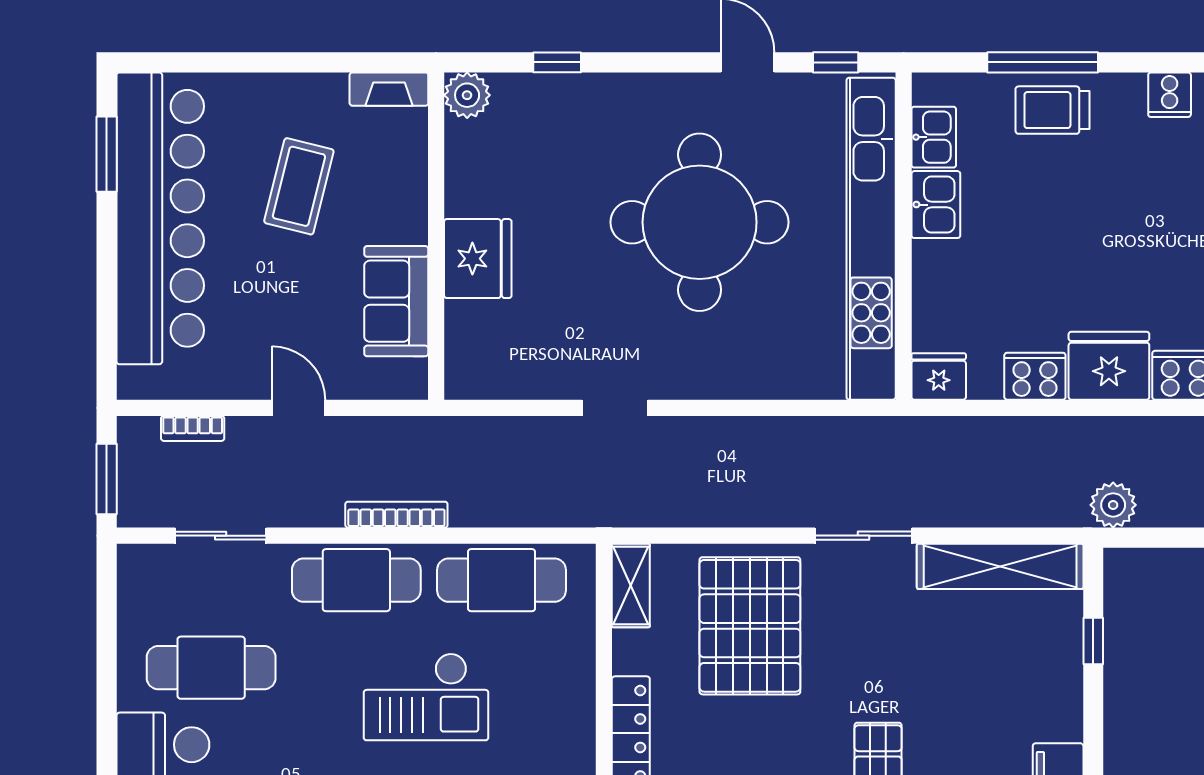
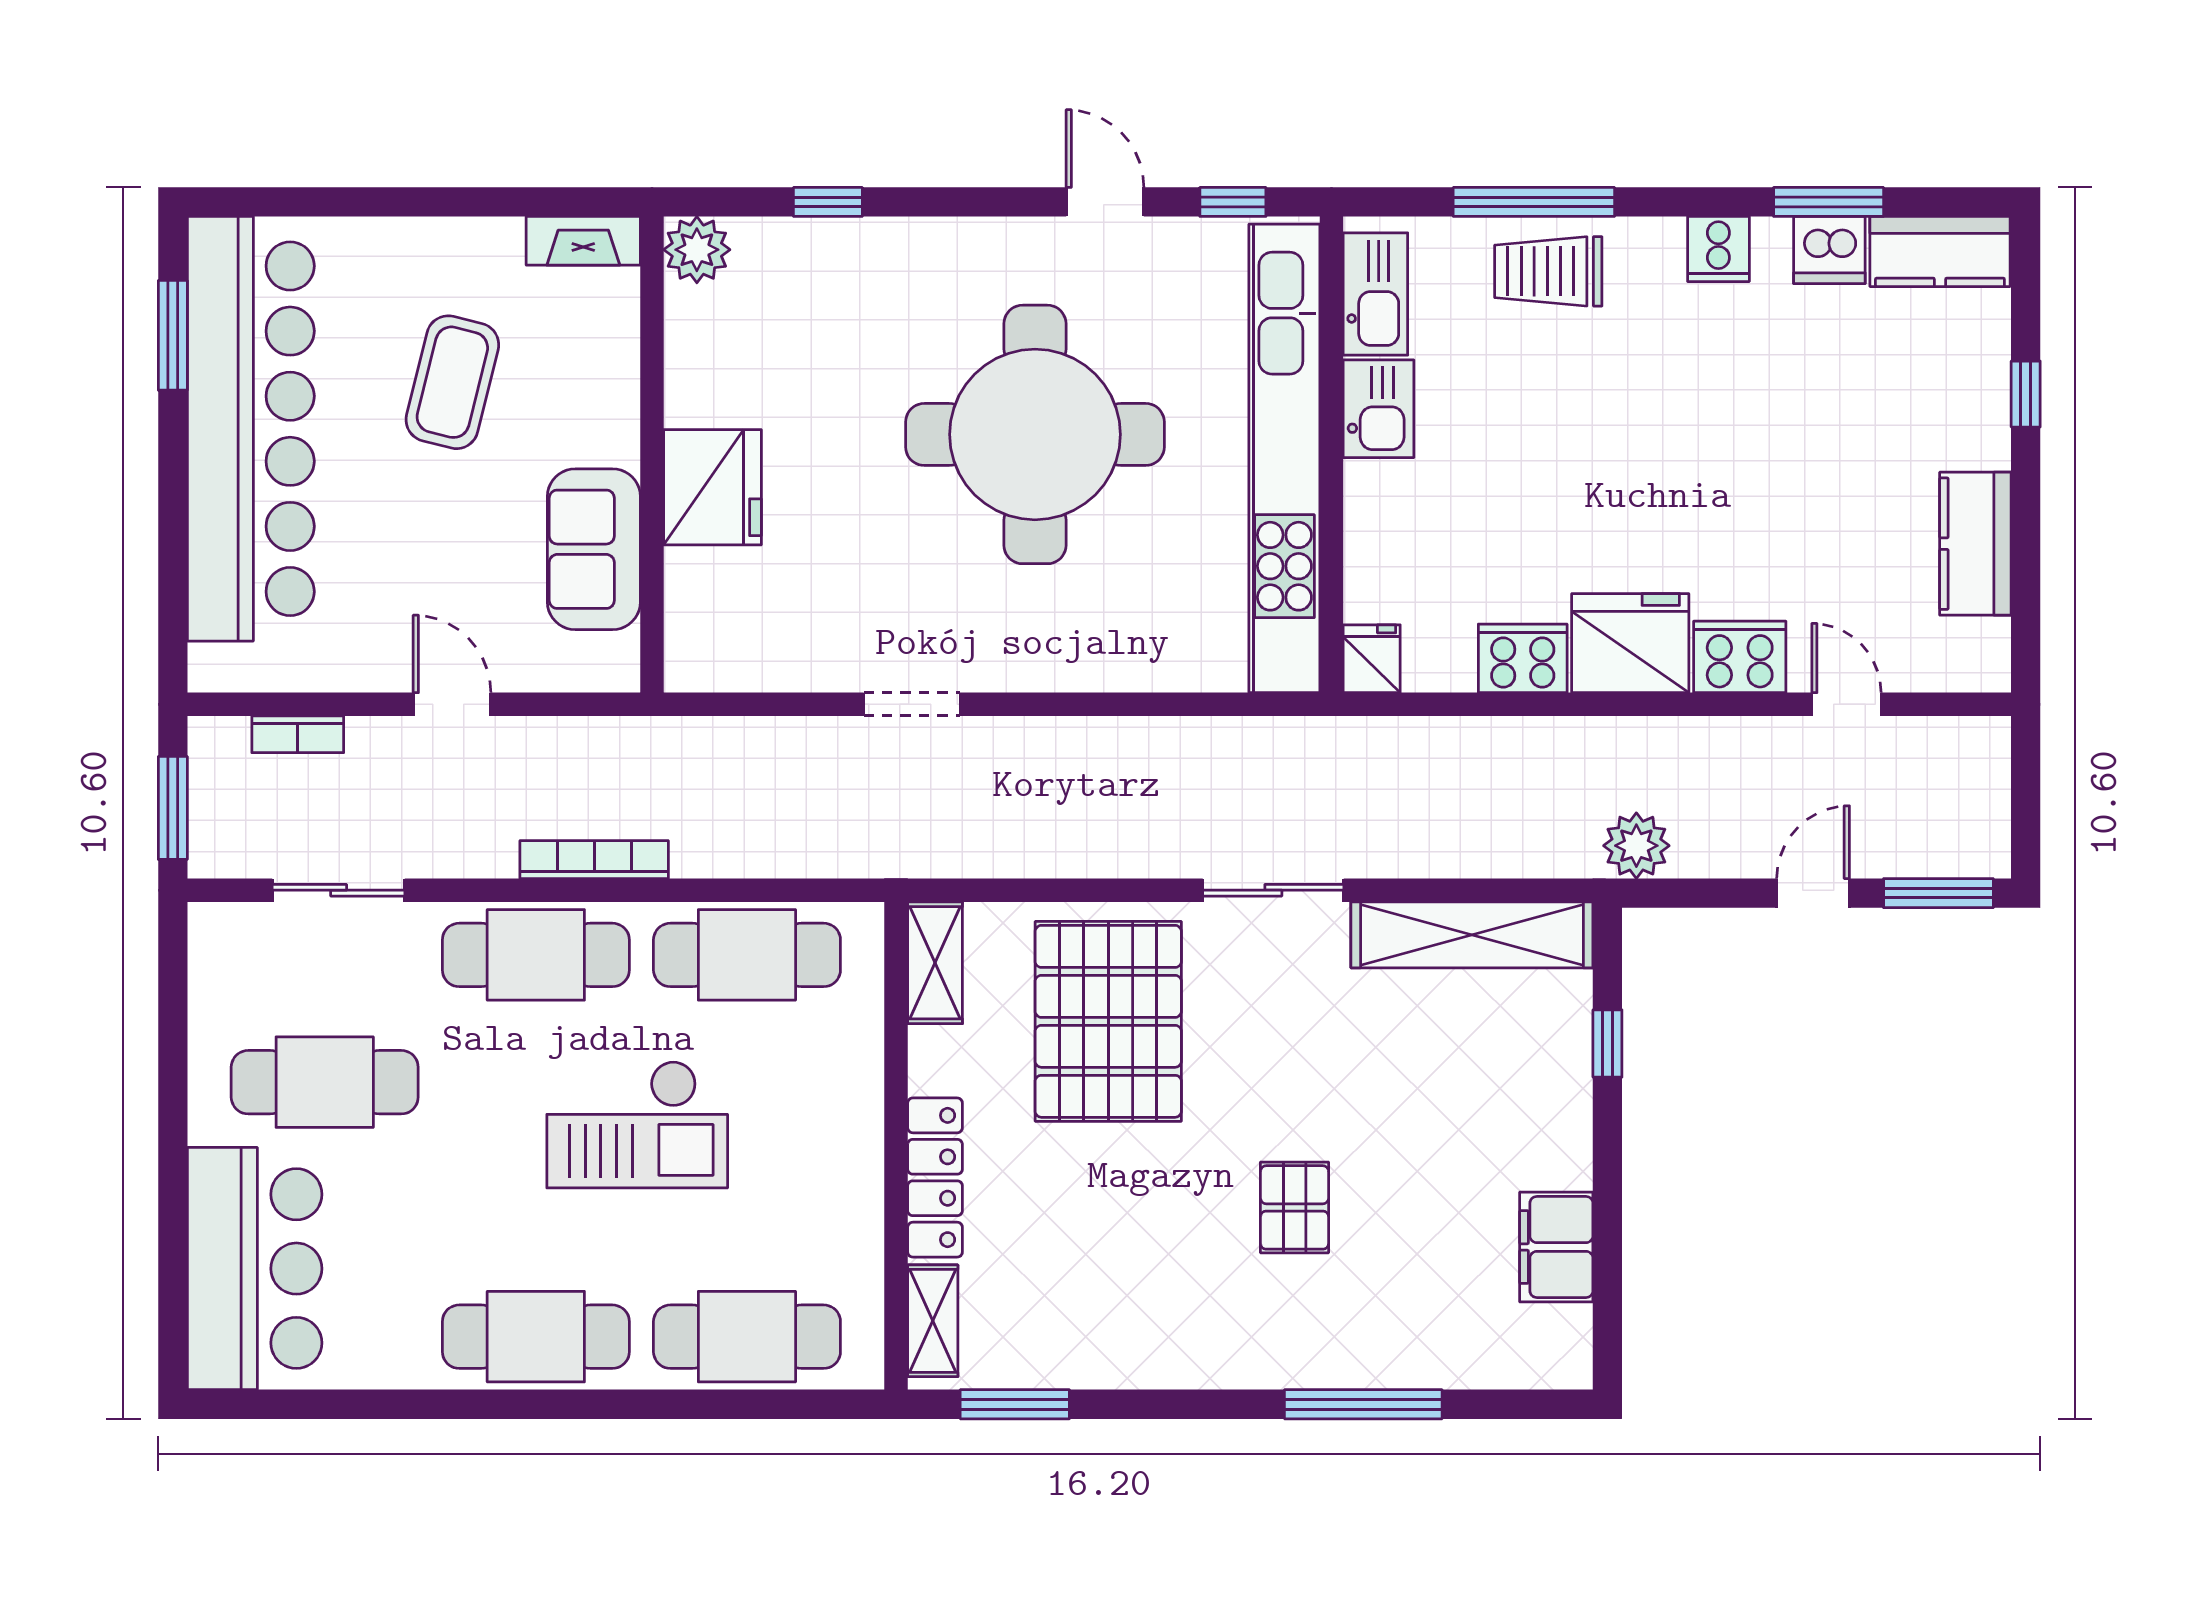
kitchen sink: (934, 137) -> (1375, 294), width x1.38
fridge: (939, 376) -> (1372, 659), width x0.72

